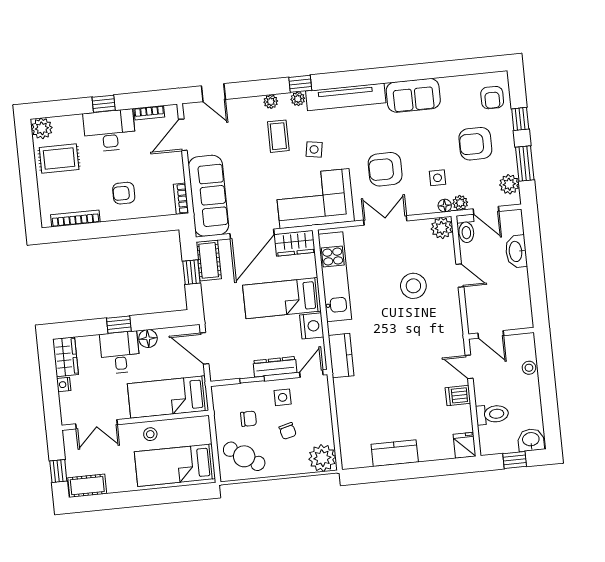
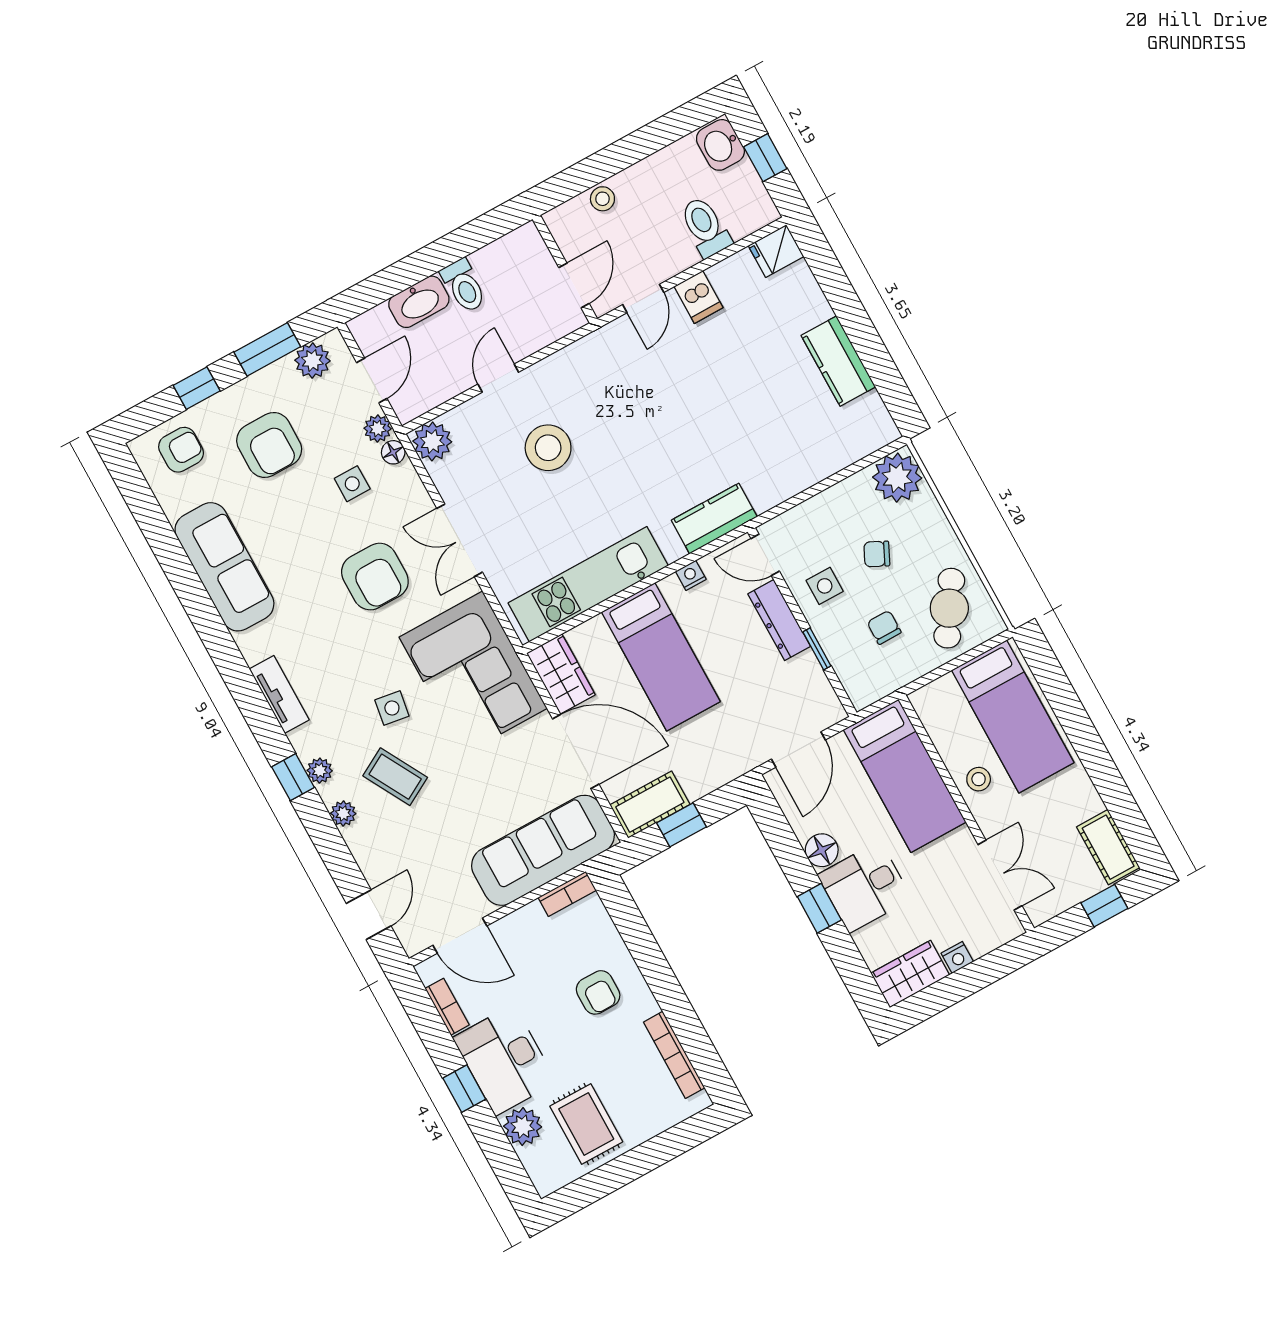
sofa: (413, 95) -> (224, 567), width x1.36
tv unit: (346, 97) -> (279, 694), width x0.52, depth x0.78
plant: (42, 128) -> (523, 1127), moved
coffee table: (278, 136) -> (395, 777), turned 61
toilet: (466, 229) -> (464, 286), moved, turned 90
nightstand: (312, 326) -> (691, 575), width x0.53, depth x0.56
chair: (288, 431) -> (877, 554), turned -140

